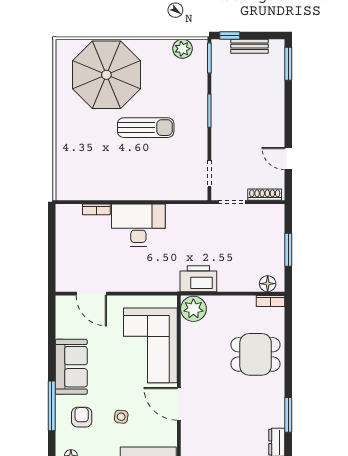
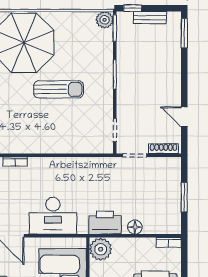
plant: (182, 49) -> (105, 20), moved
desk: (138, 225) -> (53, 216), moved, turned 180
floor lamp: (268, 284) -> (135, 227), moved

